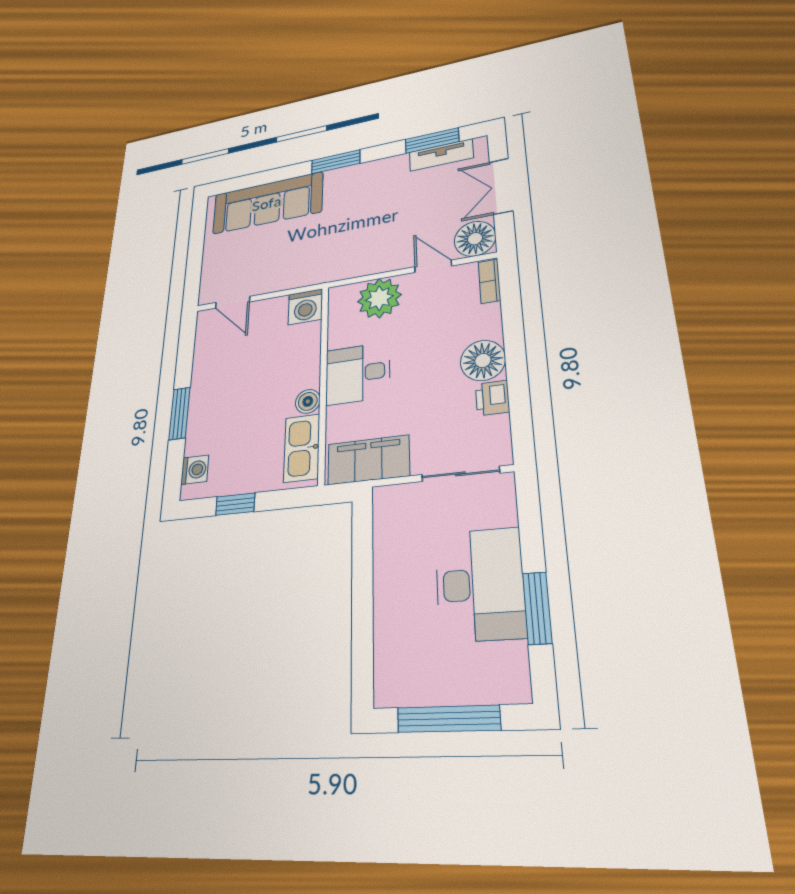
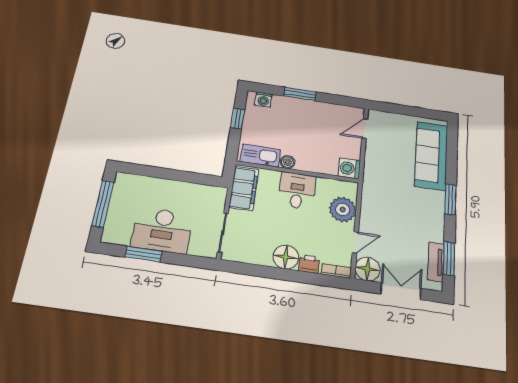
printer: (492, 398) -> (309, 264), moved

